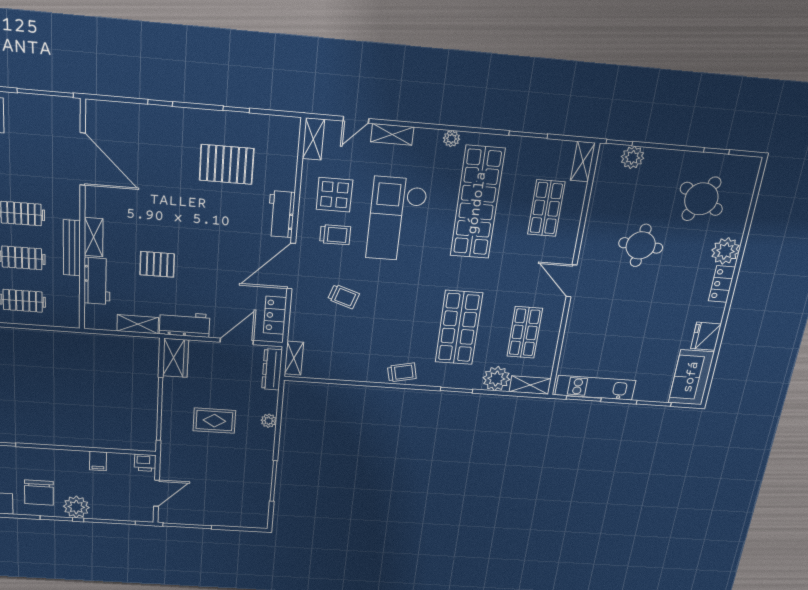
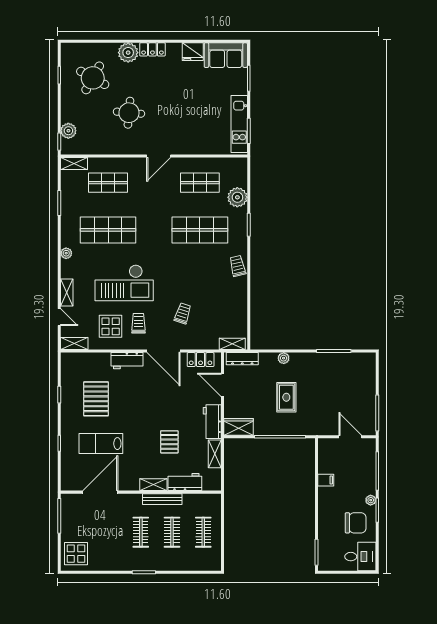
lab bench: (158, 166) -> (101, 444), added
shop shelf: (477, 203) -> (108, 230), width x0.71
shelving: (530, 385) -> (241, 172), removed
printer: (145, 463) -> (325, 446), removed
plant: (76, 507) -> (371, 500), width x0.53, depth x0.53

